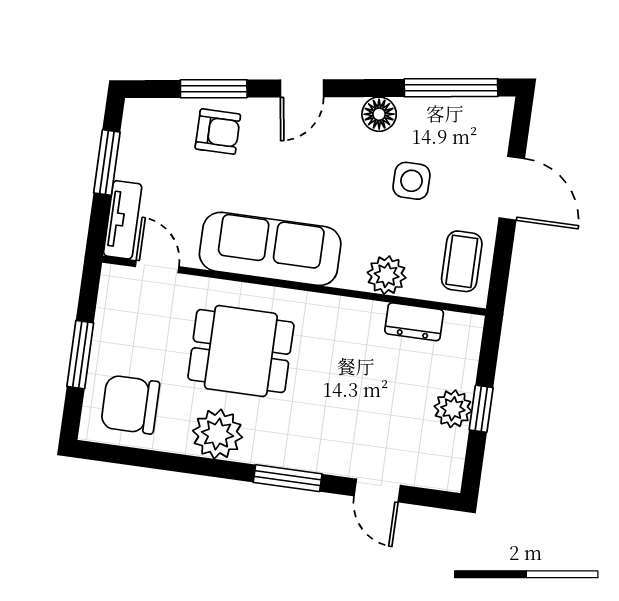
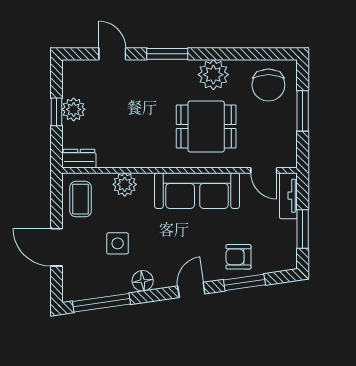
dresser: (414, 322) -> (79, 159), moved
chair: (130, 405) -> (268, 85), turned 90

